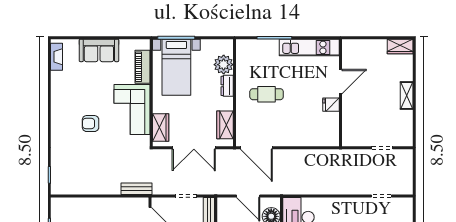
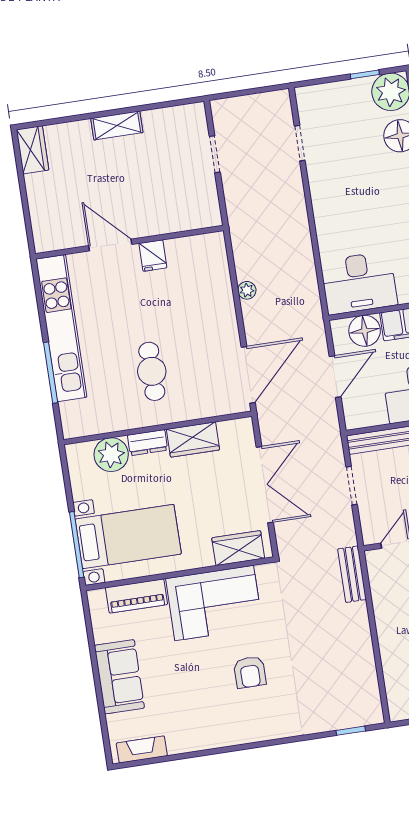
kitchen unit: (309, 47) -> (61, 328), width x1.36
wardrobe: (225, 125) -> (193, 440), moved
plant: (304, 154) -> (247, 290), added

